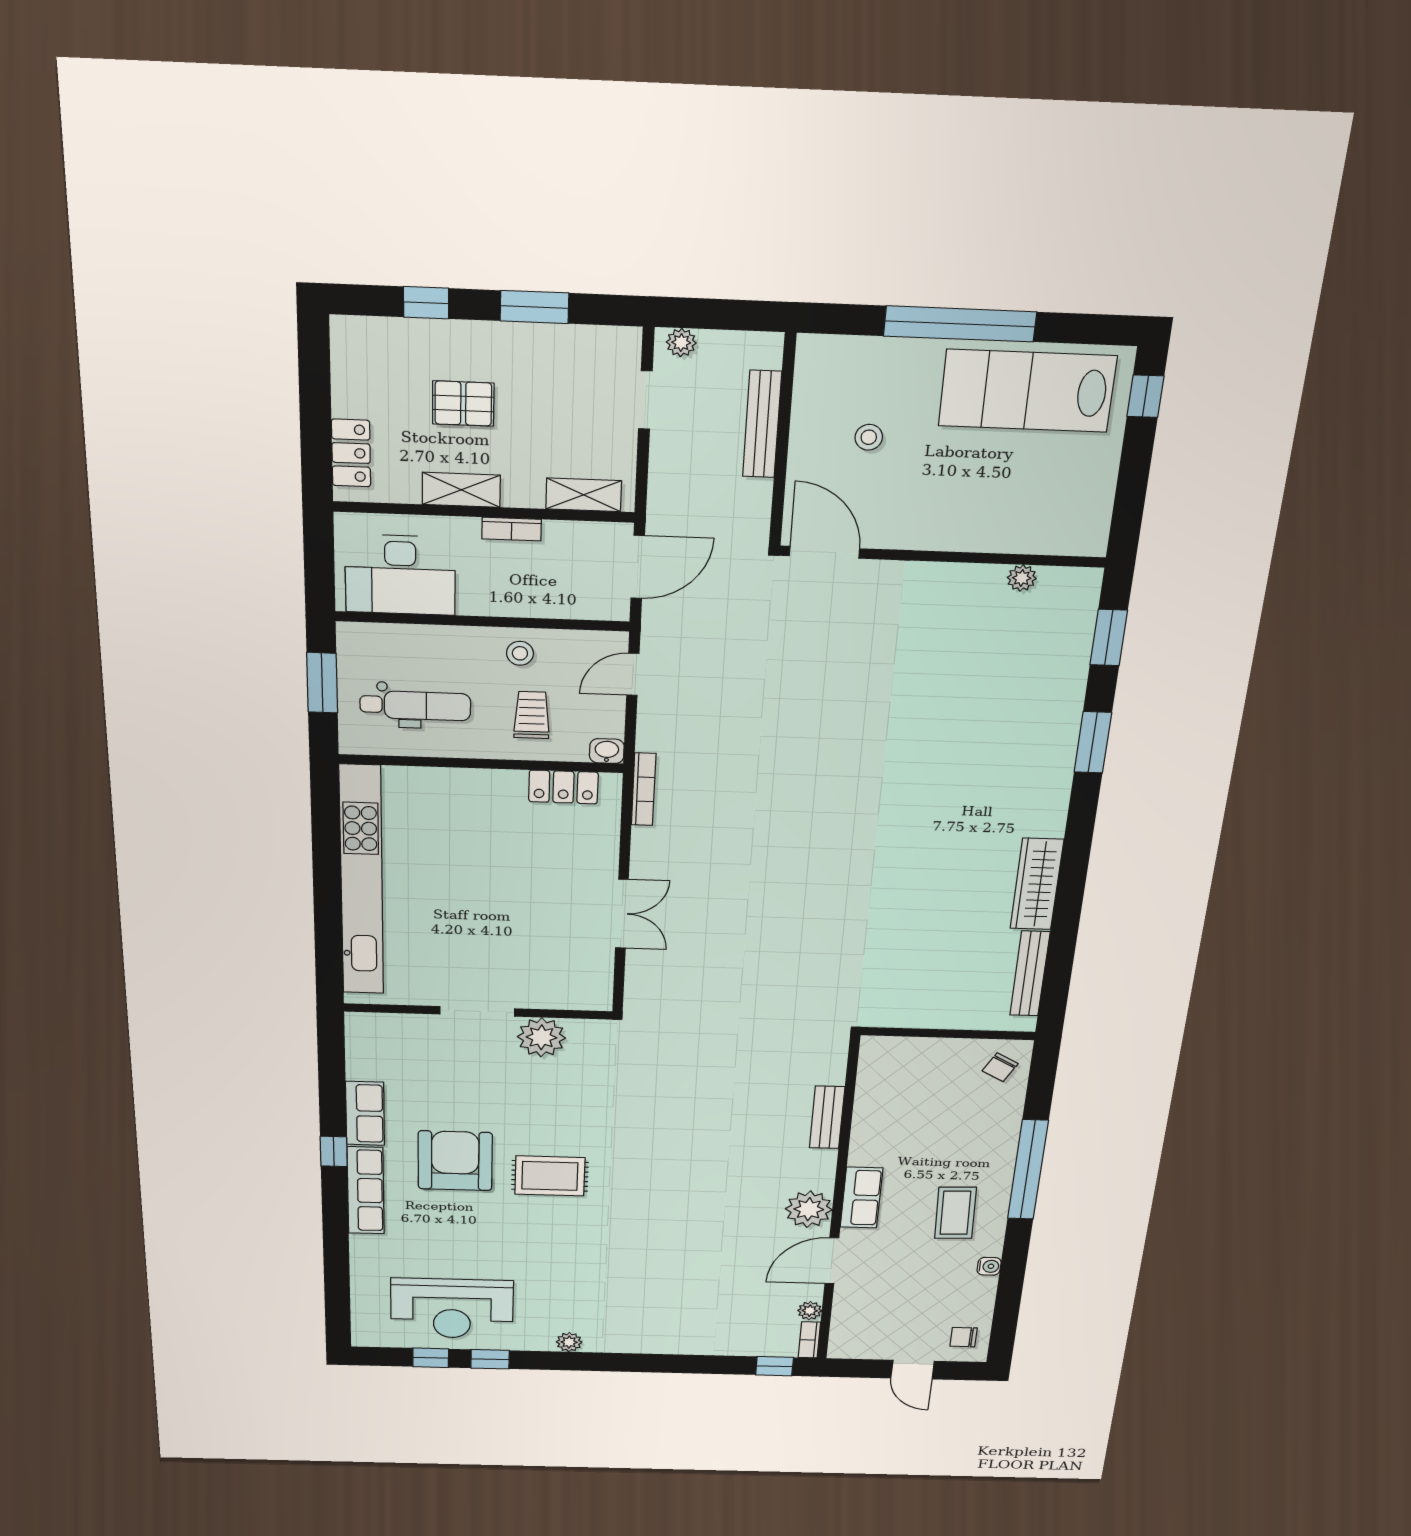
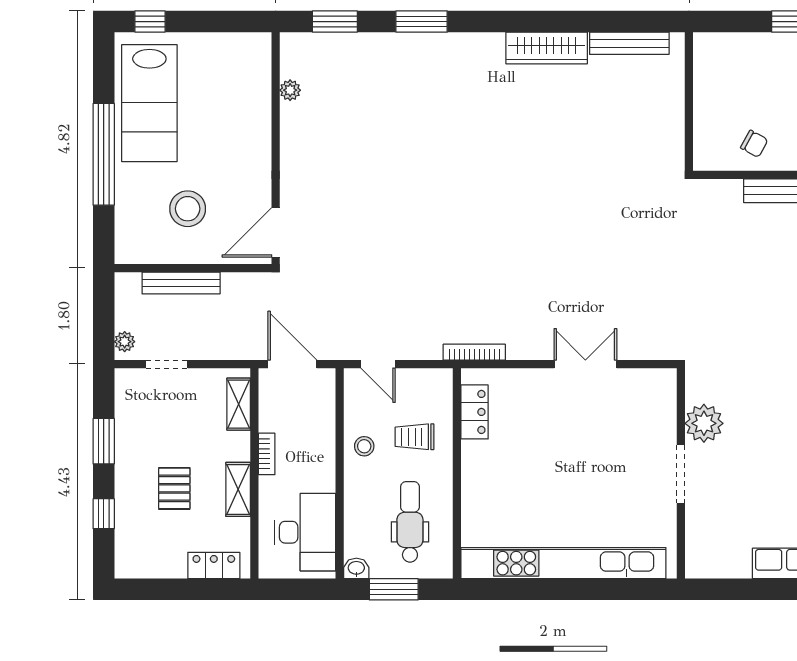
stool: (869, 437) -> (188, 209), width x1.89, depth x1.89
washbasin: (607, 751) -> (356, 568), moved, turned 90
chair: (1000, 1067) -> (754, 144), moved

